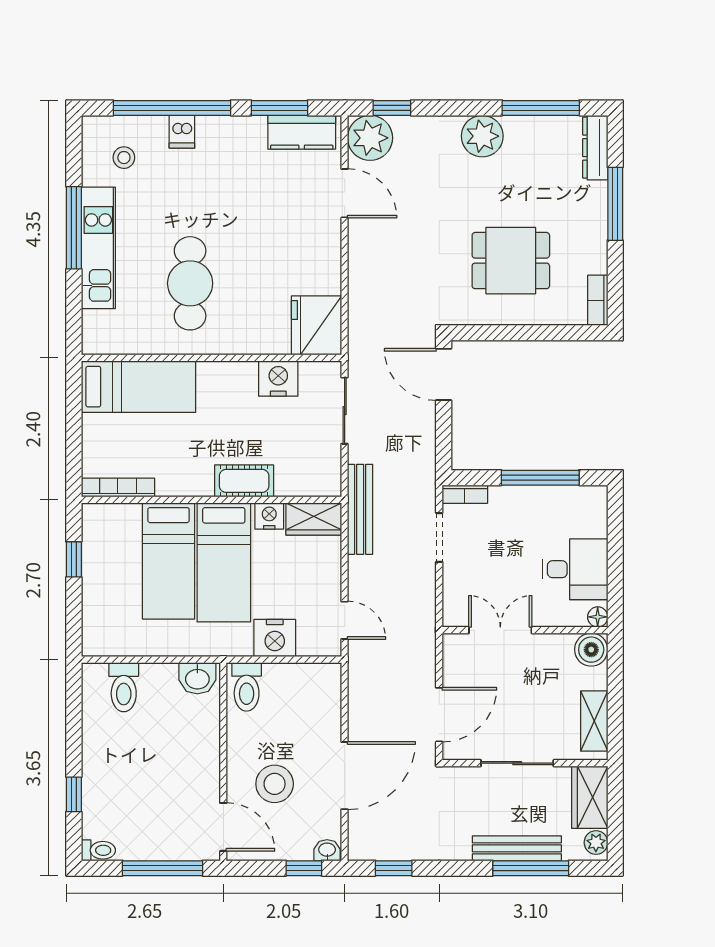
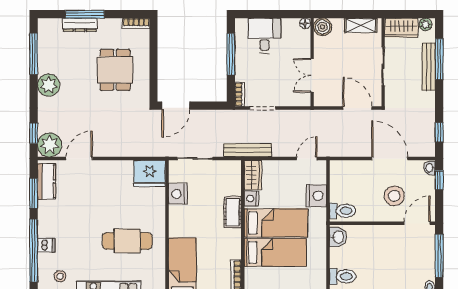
dresser: (595, 148) -> (80, 25), moved
desk: (575, 569) -> (265, 36), moved

